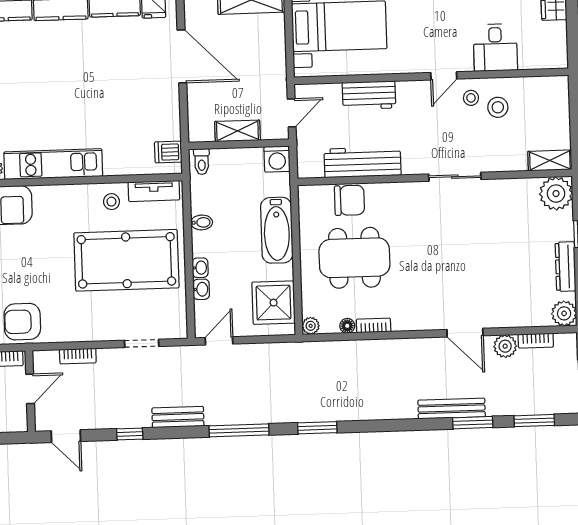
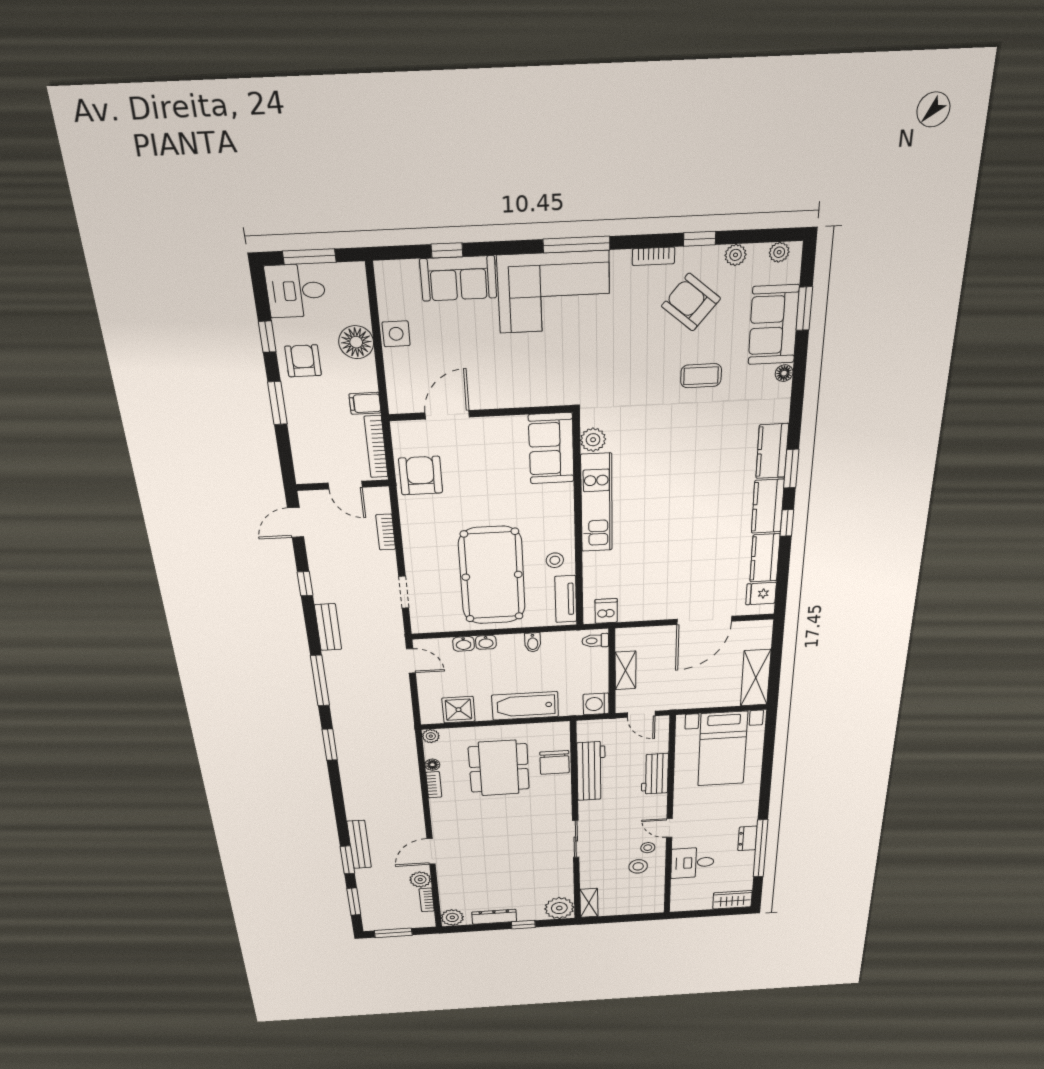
shower: (274, 303) -> (459, 710), width x0.73, depth x0.73

